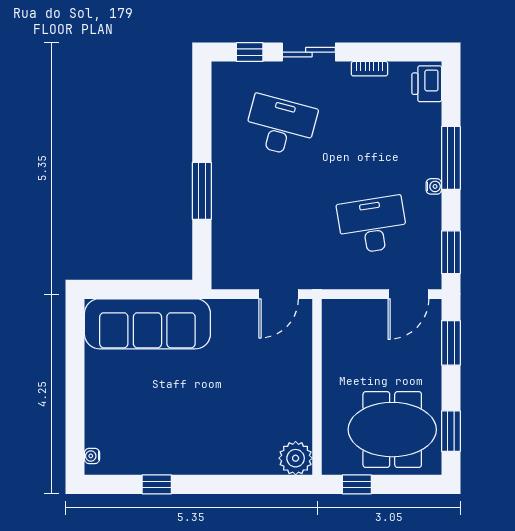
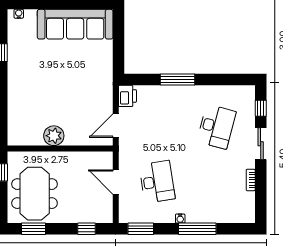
printer: (427, 84) -> (127, 96), moved, turned 90
door: (279, 294) -> (116, 126), hinge flipped
door: (408, 294) -> (116, 182), moved
sofa: (147, 324) -> (75, 24), moved, turned -90
window: (451, 343) -> (87, 229), width x0.67
plant: (296, 458) -> (54, 136), moved

